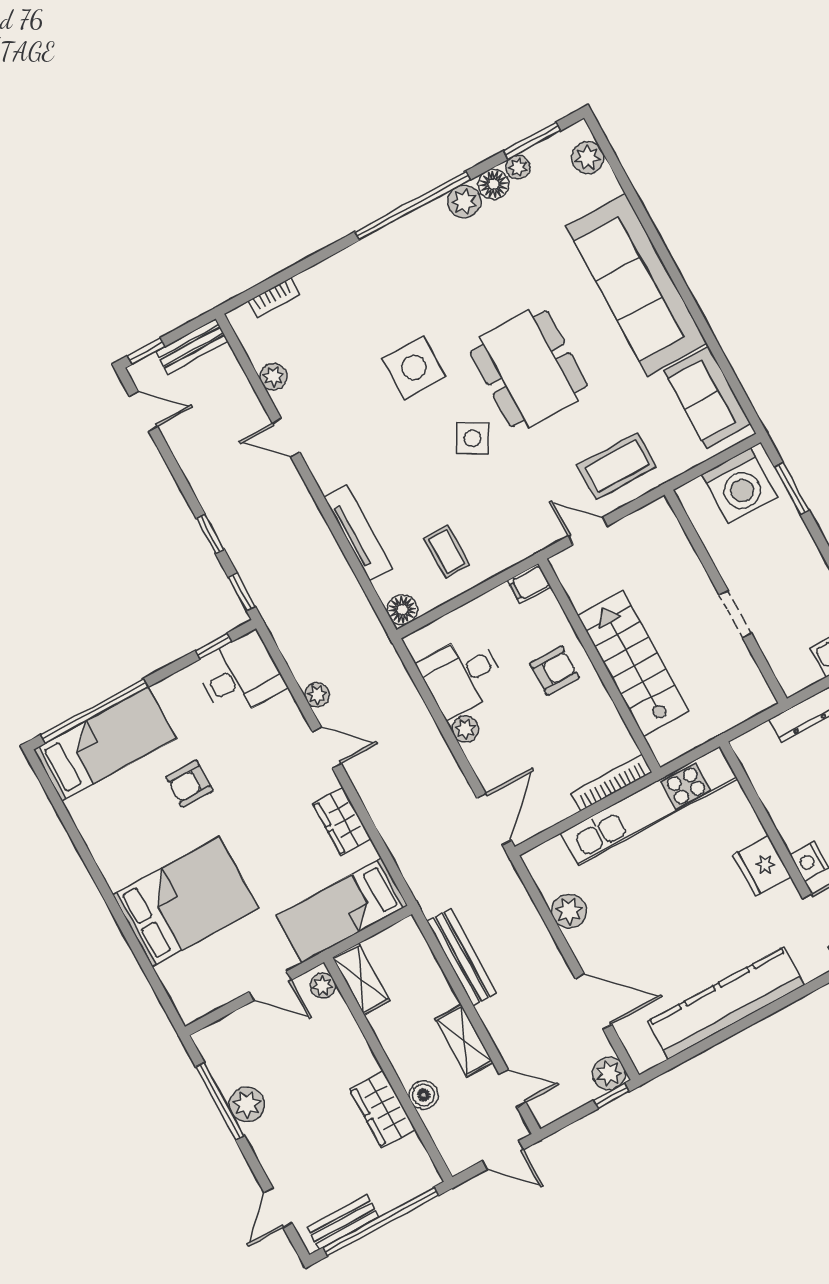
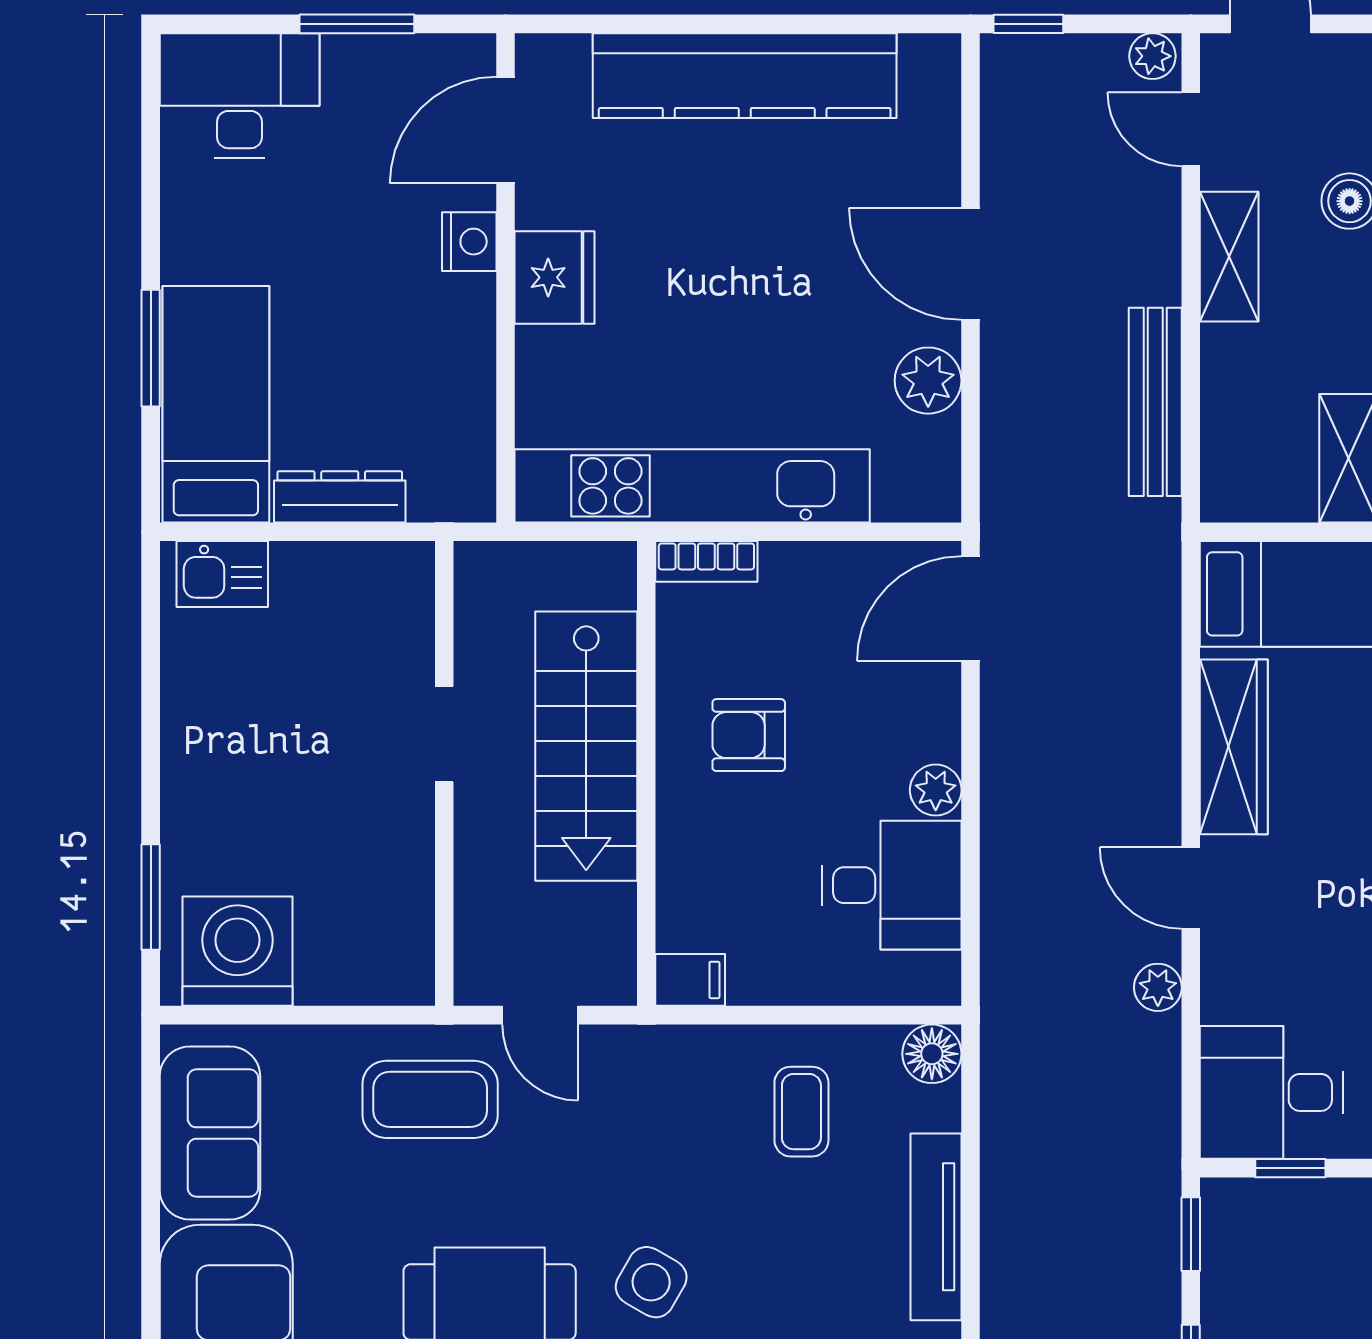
wall: (726, 597) -> (444, 773), moved
doorway: (735, 614) -> (444, 734), moved
armchair: (554, 671) -> (749, 735), moved
bookcase: (611, 783) -> (706, 561), width x0.64
wardrobe: (342, 821) -> (1234, 747), width x1.50
door: (593, 1001) -> (971, 264), moved
plant: (609, 1073) -> (1152, 56), moved, width x0.73, depth x0.73

